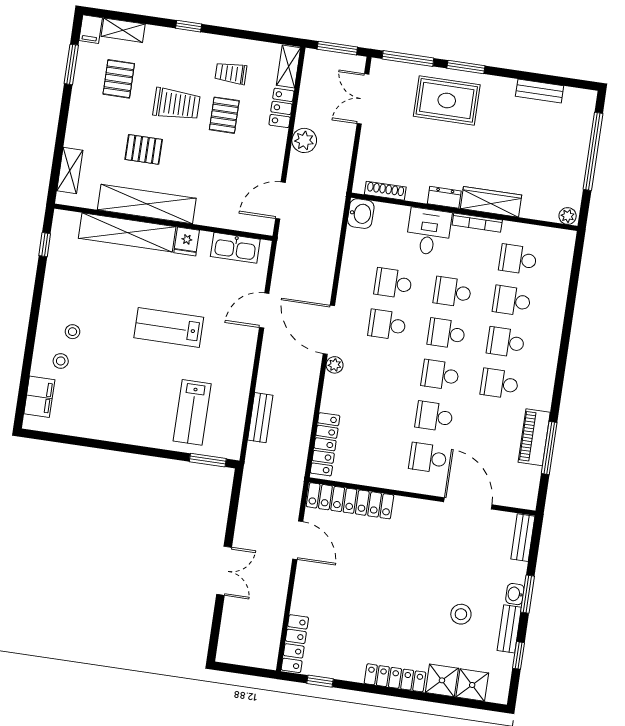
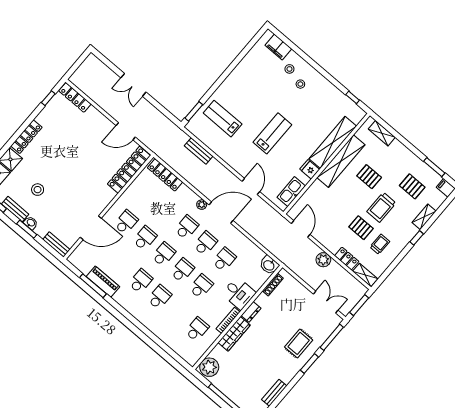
shelving: (123, 30) -> (424, 217), moved
rug: (447, 100) -> (299, 343), width x0.73, depth x0.70
pallet: (144, 149) -> (369, 177), turned 90
plant: (568, 216) -> (209, 367), width x1.88, depth x1.88
school desk: (512, 301) -> (187, 227), moved

